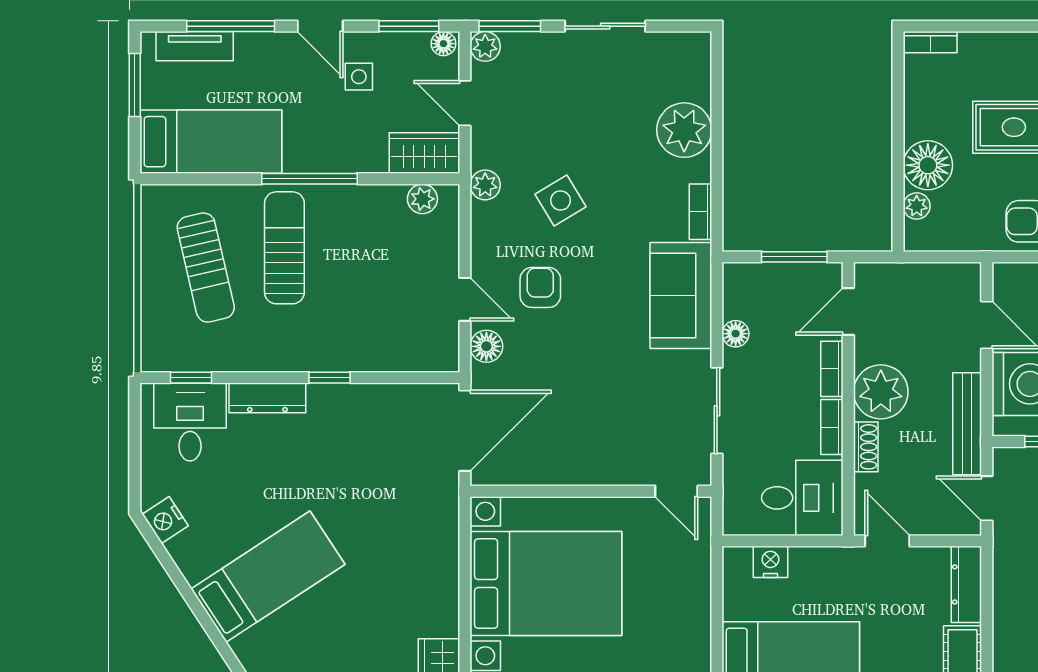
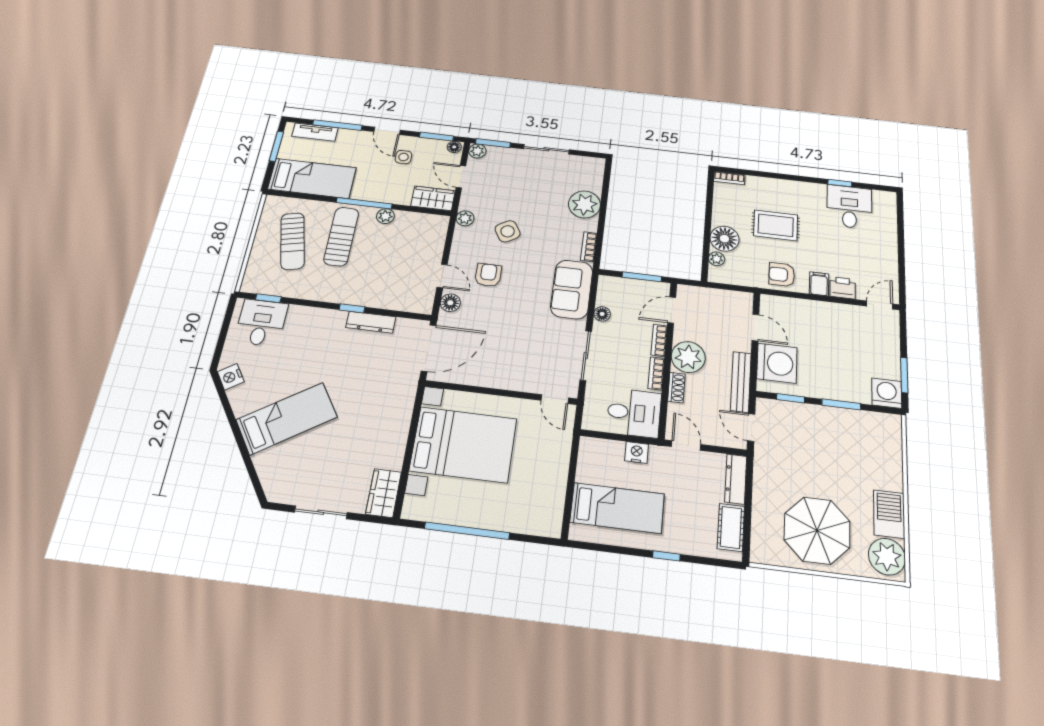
plant: (422, 199) -> (385, 216), moved
dresser: (267, 398) -> (371, 322), moved
nightstand: (770, 562) -> (637, 453), moved

